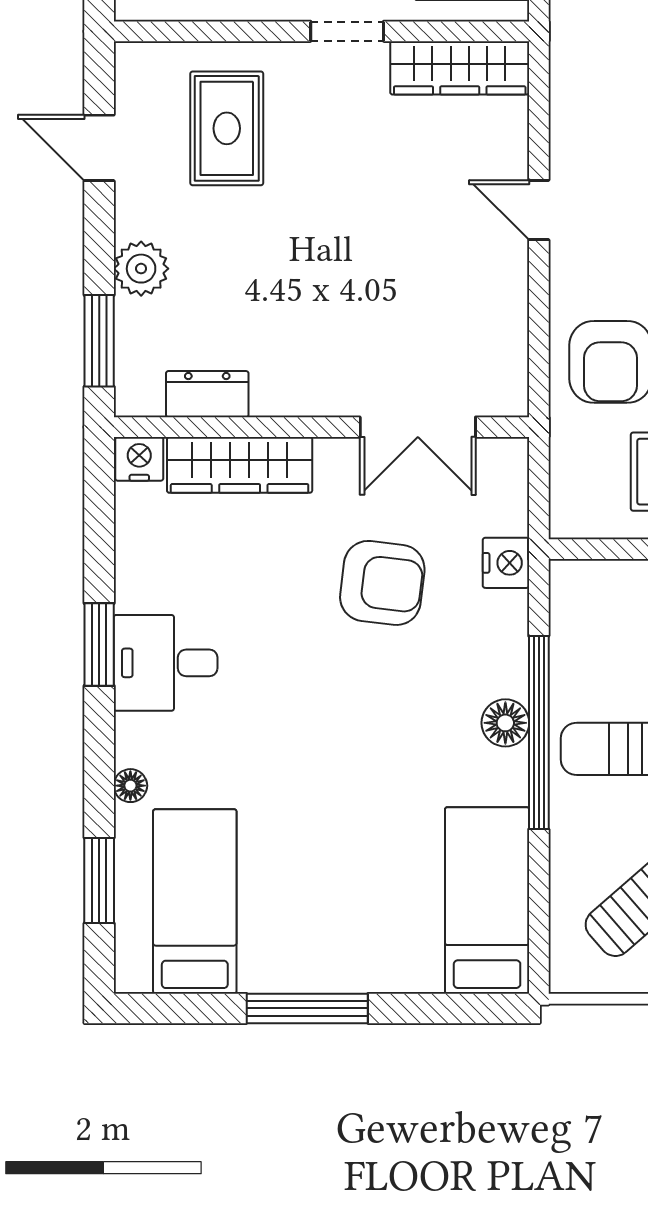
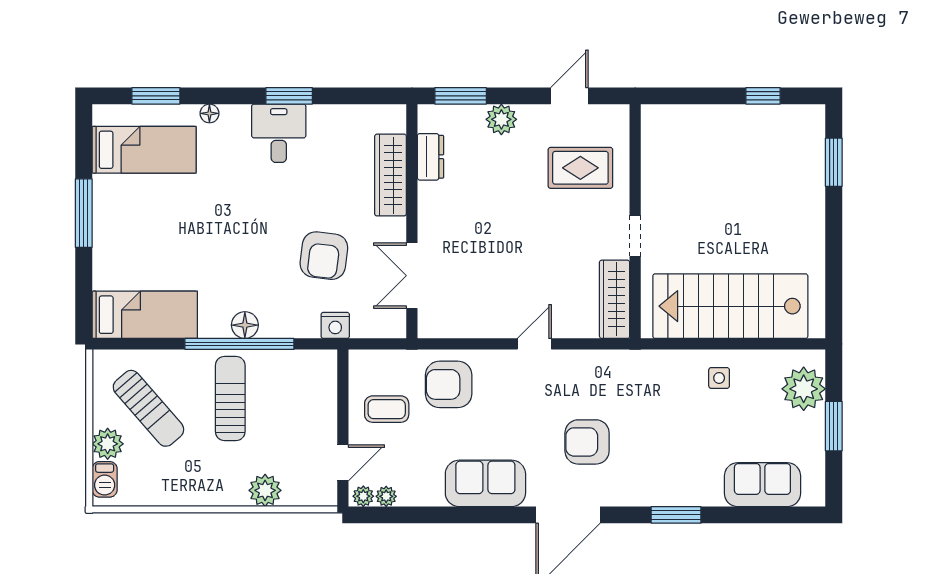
nightstand: (139, 459) -> (394, 118), removed

